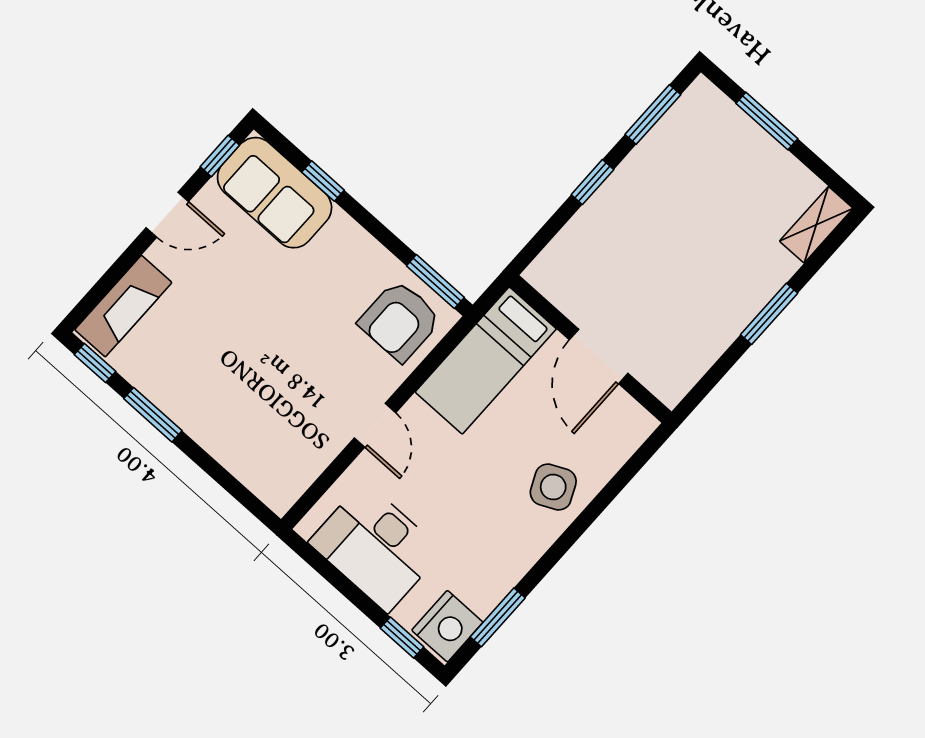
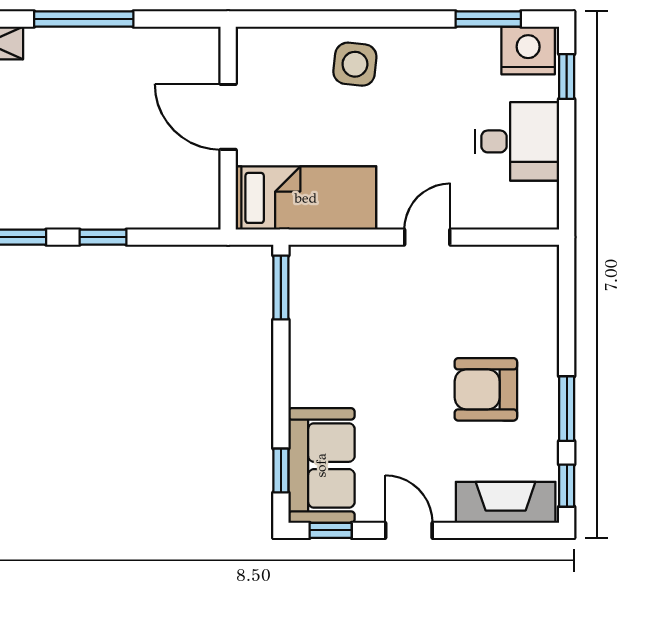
window: (323, 181) -> (281, 470), moved
window: (769, 314) -> (84, 19), width x1.44
armchair: (400, 321) -> (486, 389), moved, turned 180
door: (599, 357) -> (228, 117), swing flipped
side table: (553, 487) -> (355, 64), turned 31
desk: (376, 547) -> (517, 141), width x0.73

